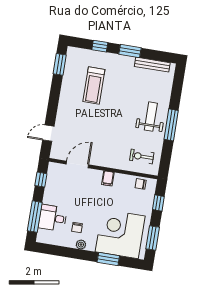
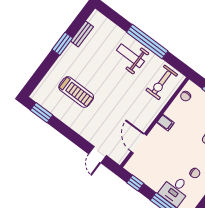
window: (100, 46) -> (44, 68), removed
bench: (152, 65) -> (82, 34), width x0.73
window: (171, 125) -> (147, 42), width x1.46
exercise bike: (142, 156) -> (162, 82), width x1.38, depth x1.39

